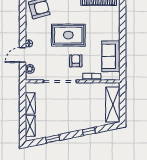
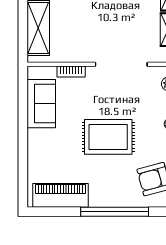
armchair: (76, 61) -> (96, 96), removed

